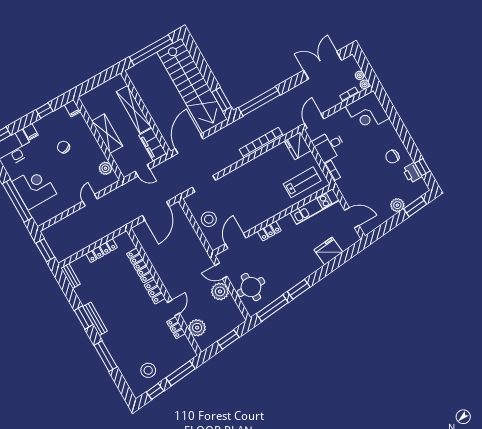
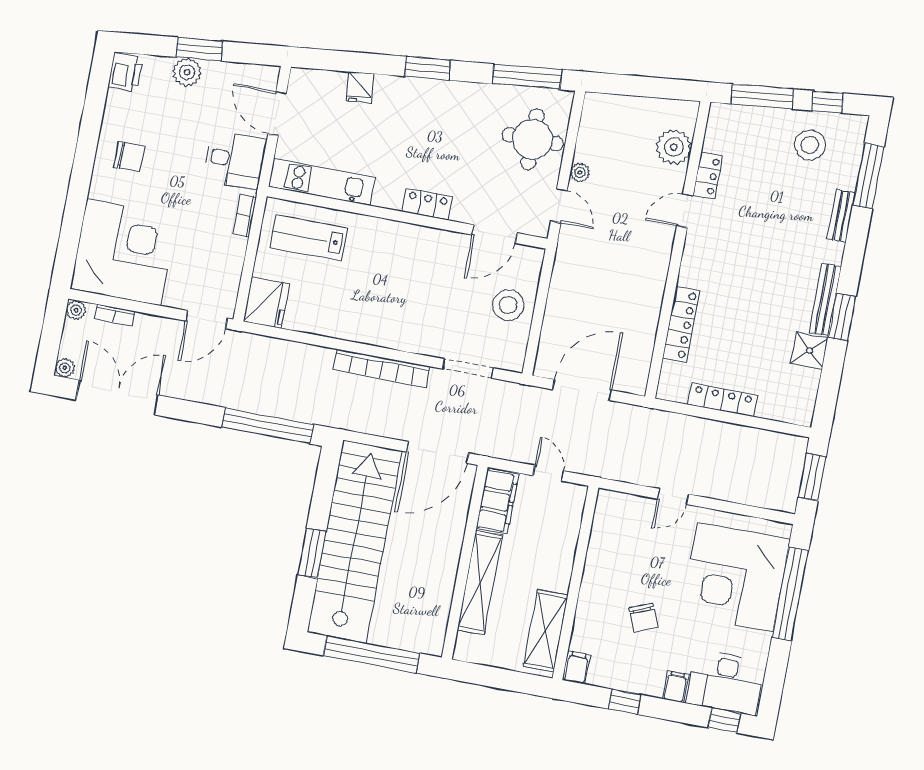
double door: (323, 65) -> (117, 398), swing flipped
plant: (360, 75) -> (65, 368), moved
window: (222, 99) -> (312, 553), moved
corner desk: (367, 112) -> (124, 252), width x1.36, depth x1.36
shelving: (107, 134) -> (546, 631), moved
bookcase: (261, 143) -> (382, 368), moved
desk: (329, 146) -> (235, 160), moved
window: (422, 167) -> (95, 99), removed
plant: (105, 168) -> (605, 527), removed
printer: (412, 173) -> (125, 72), moved
corner desk: (34, 188) -> (735, 577), width x1.36, depth x1.36
window: (415, 207) -> (199, 49), moved
fridge: (328, 251) -> (360, 87), width x0.53, depth x0.75
bench: (71, 276) -> (841, 216), moved
window: (299, 289) -> (427, 68), moved
plant: (220, 291) -> (580, 173), width x0.53, depth x0.53
locker: (155, 292) -> (693, 262), removed
shower: (85, 295) -> (809, 351), added
window: (228, 339) -> (640, 86), removed
window: (106, 356) -> (868, 176), moved

